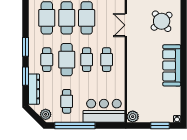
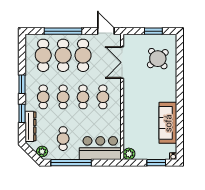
double door: (126, 25) -> (122, 62), width x1.37
cafe table: (67, 60) -> (63, 97), width x0.73, depth x0.74
sofa: (172, 65) -> (168, 123), moved

